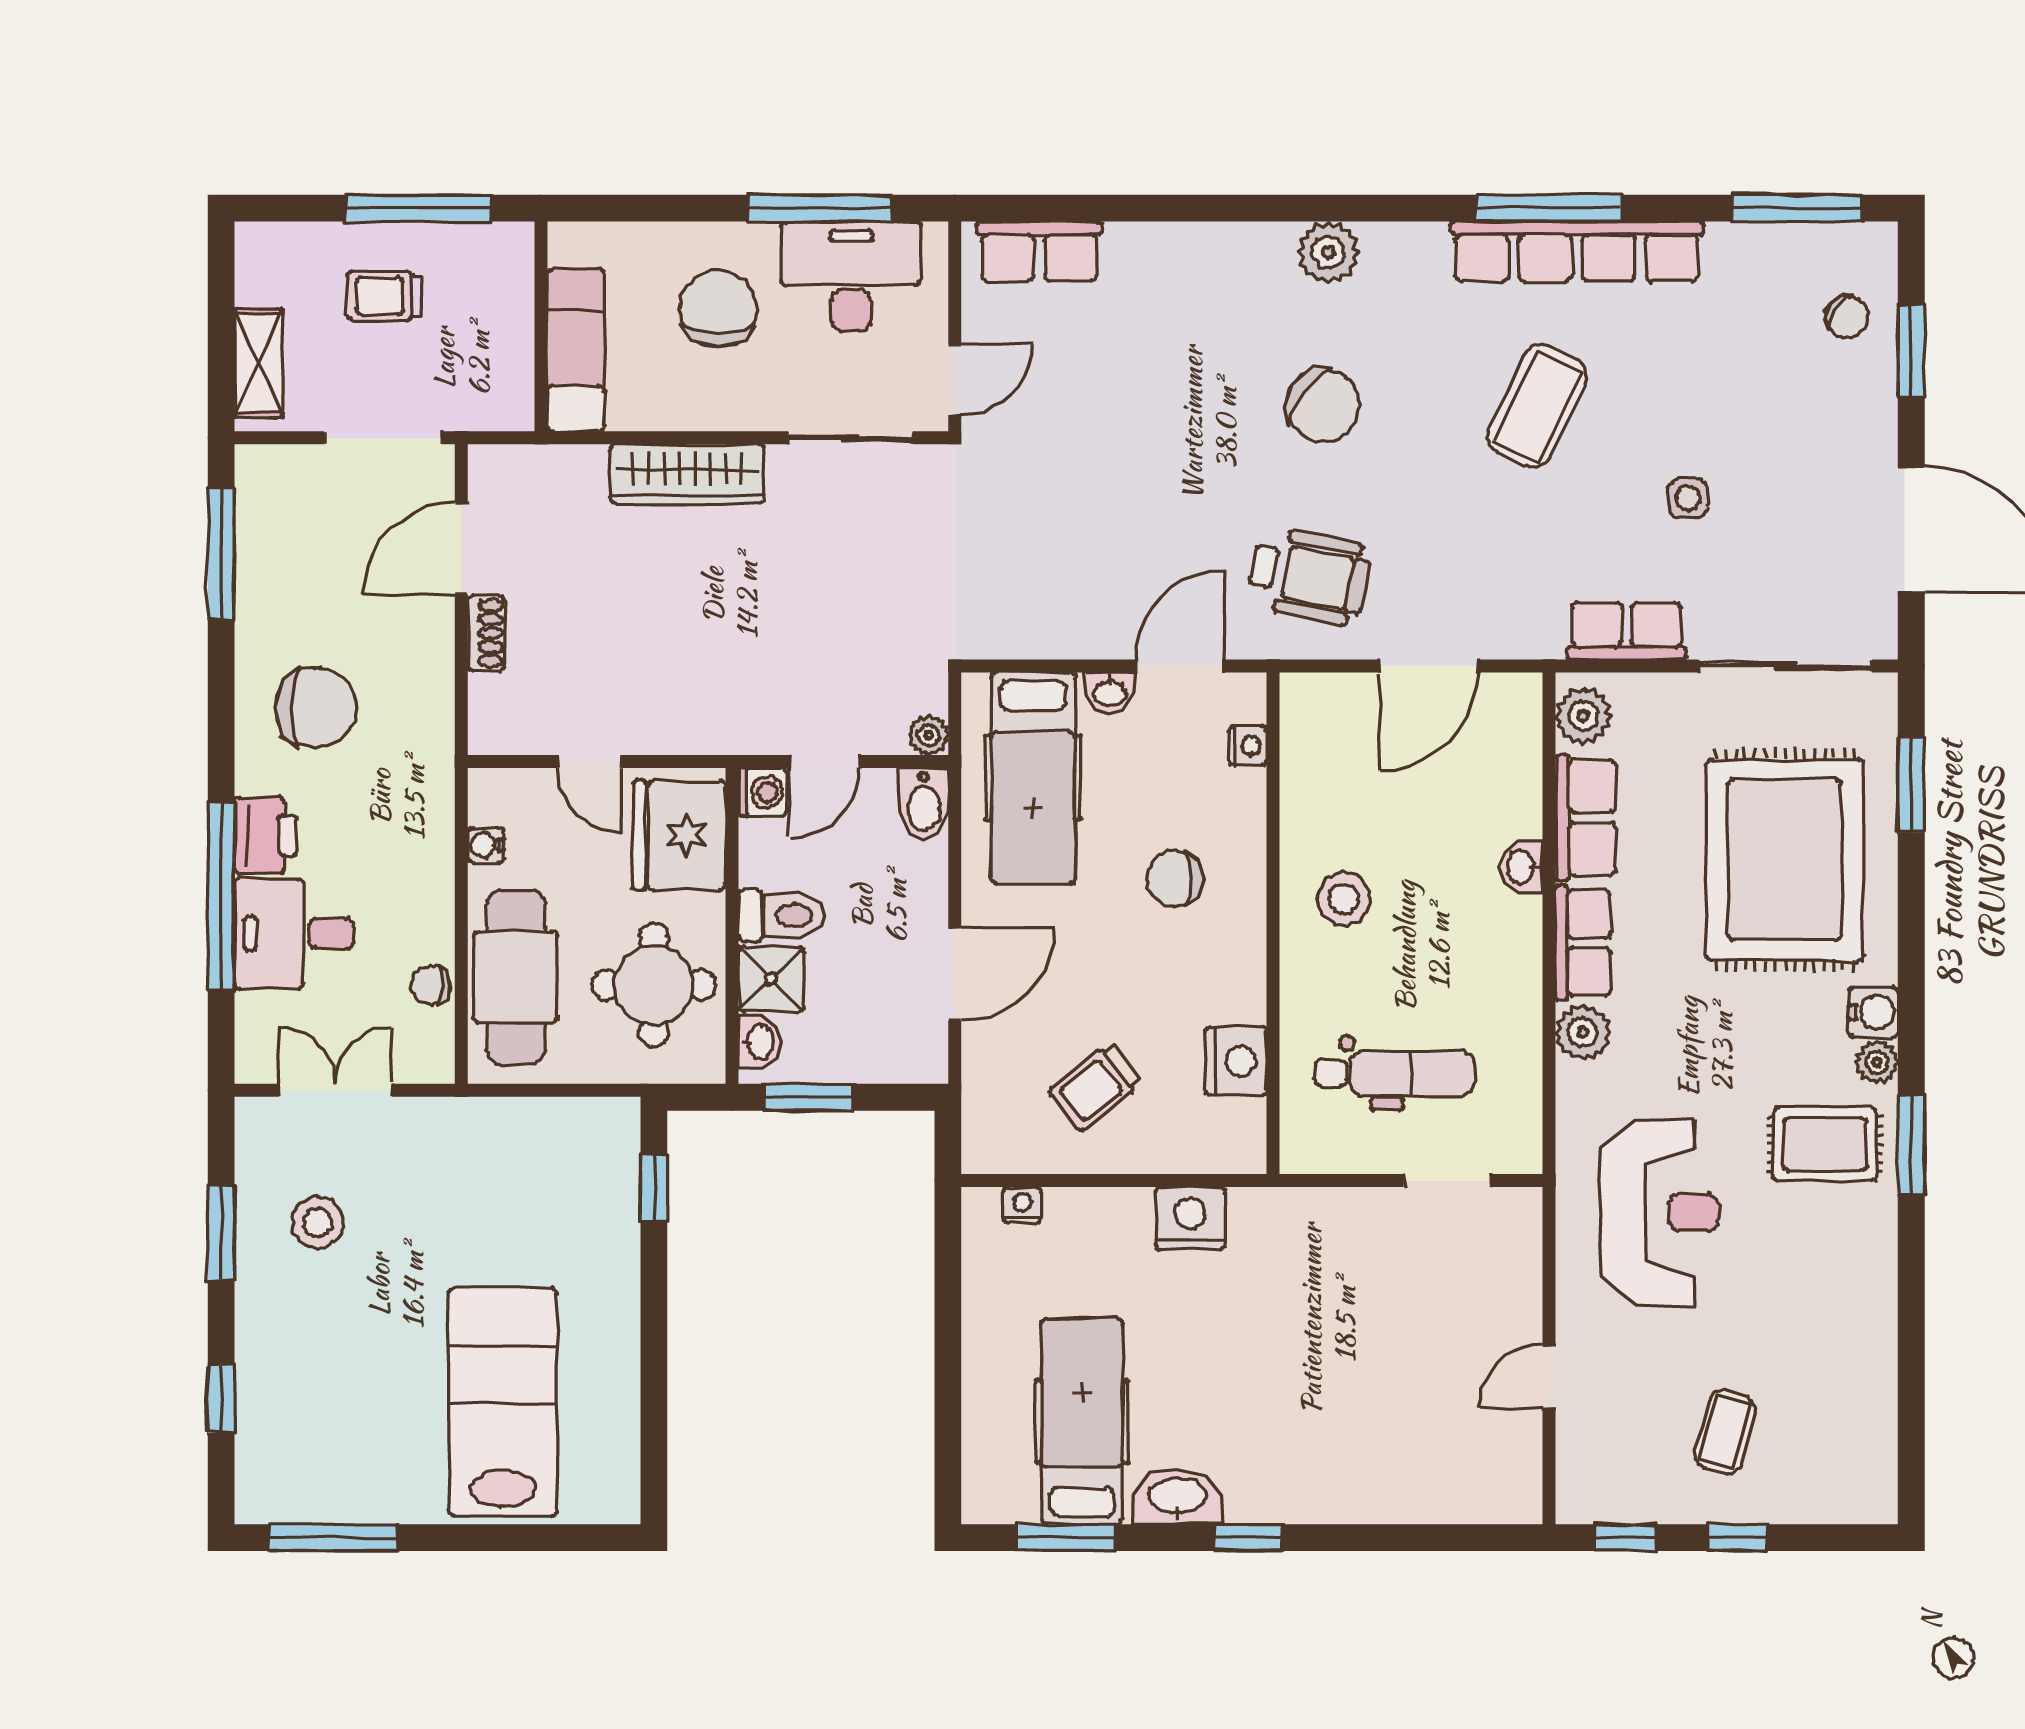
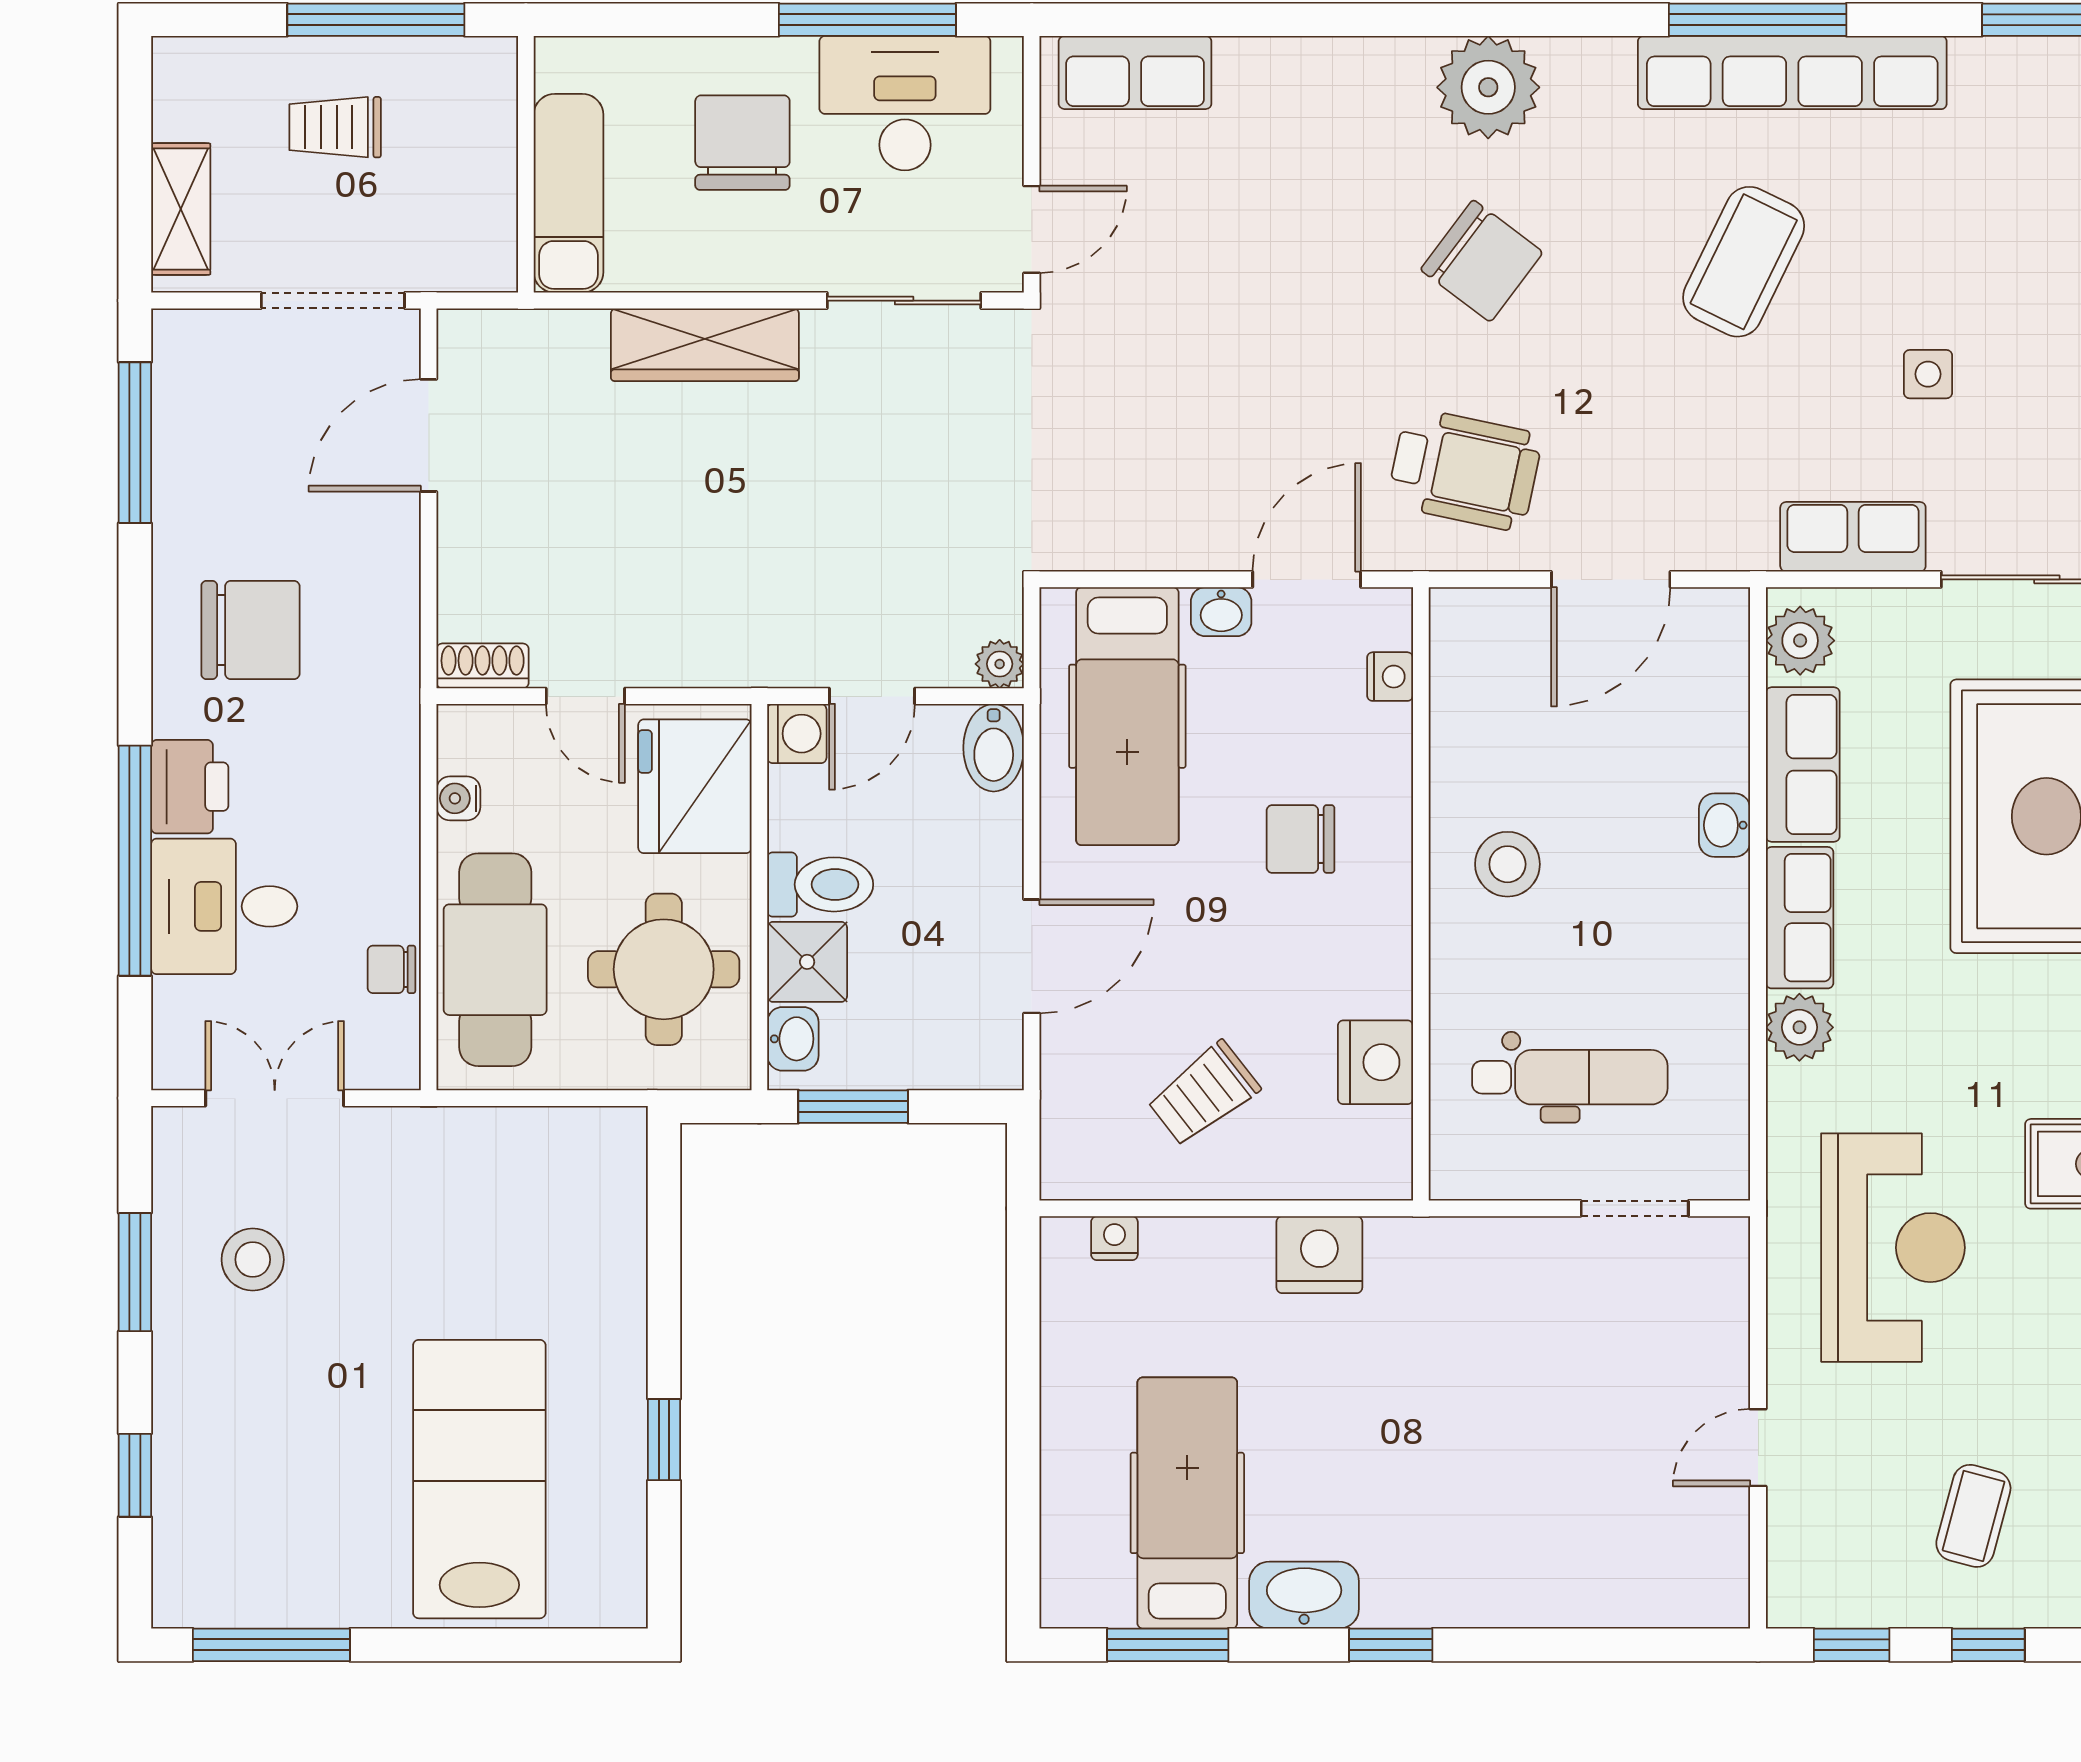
plant: (1328, 252) -> (1488, 87), width x1.36, depth x1.36
shoe rack: (486, 633) -> (483, 666), moved, turned -90
window: (654, 1188) -> (664, 1440), moved

